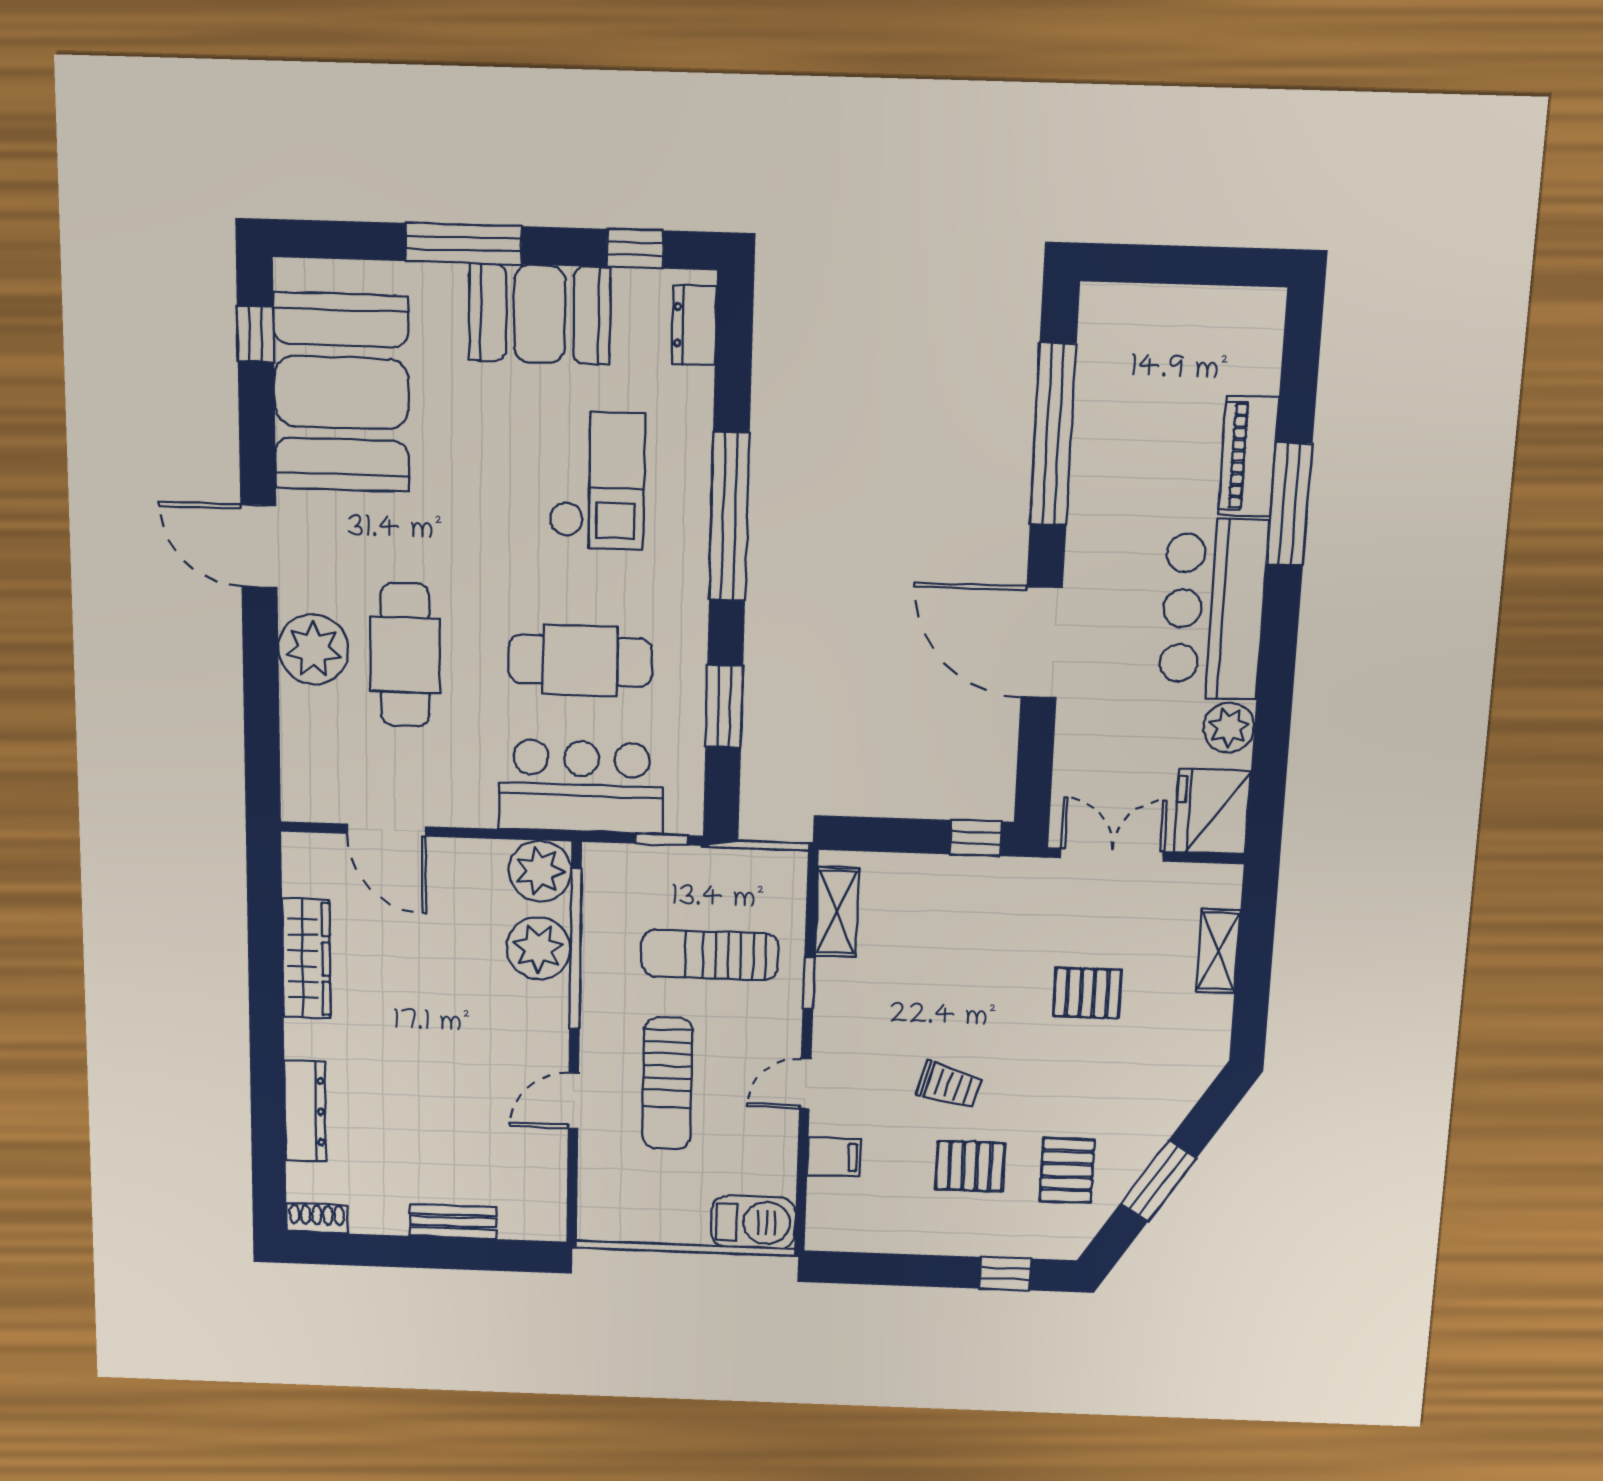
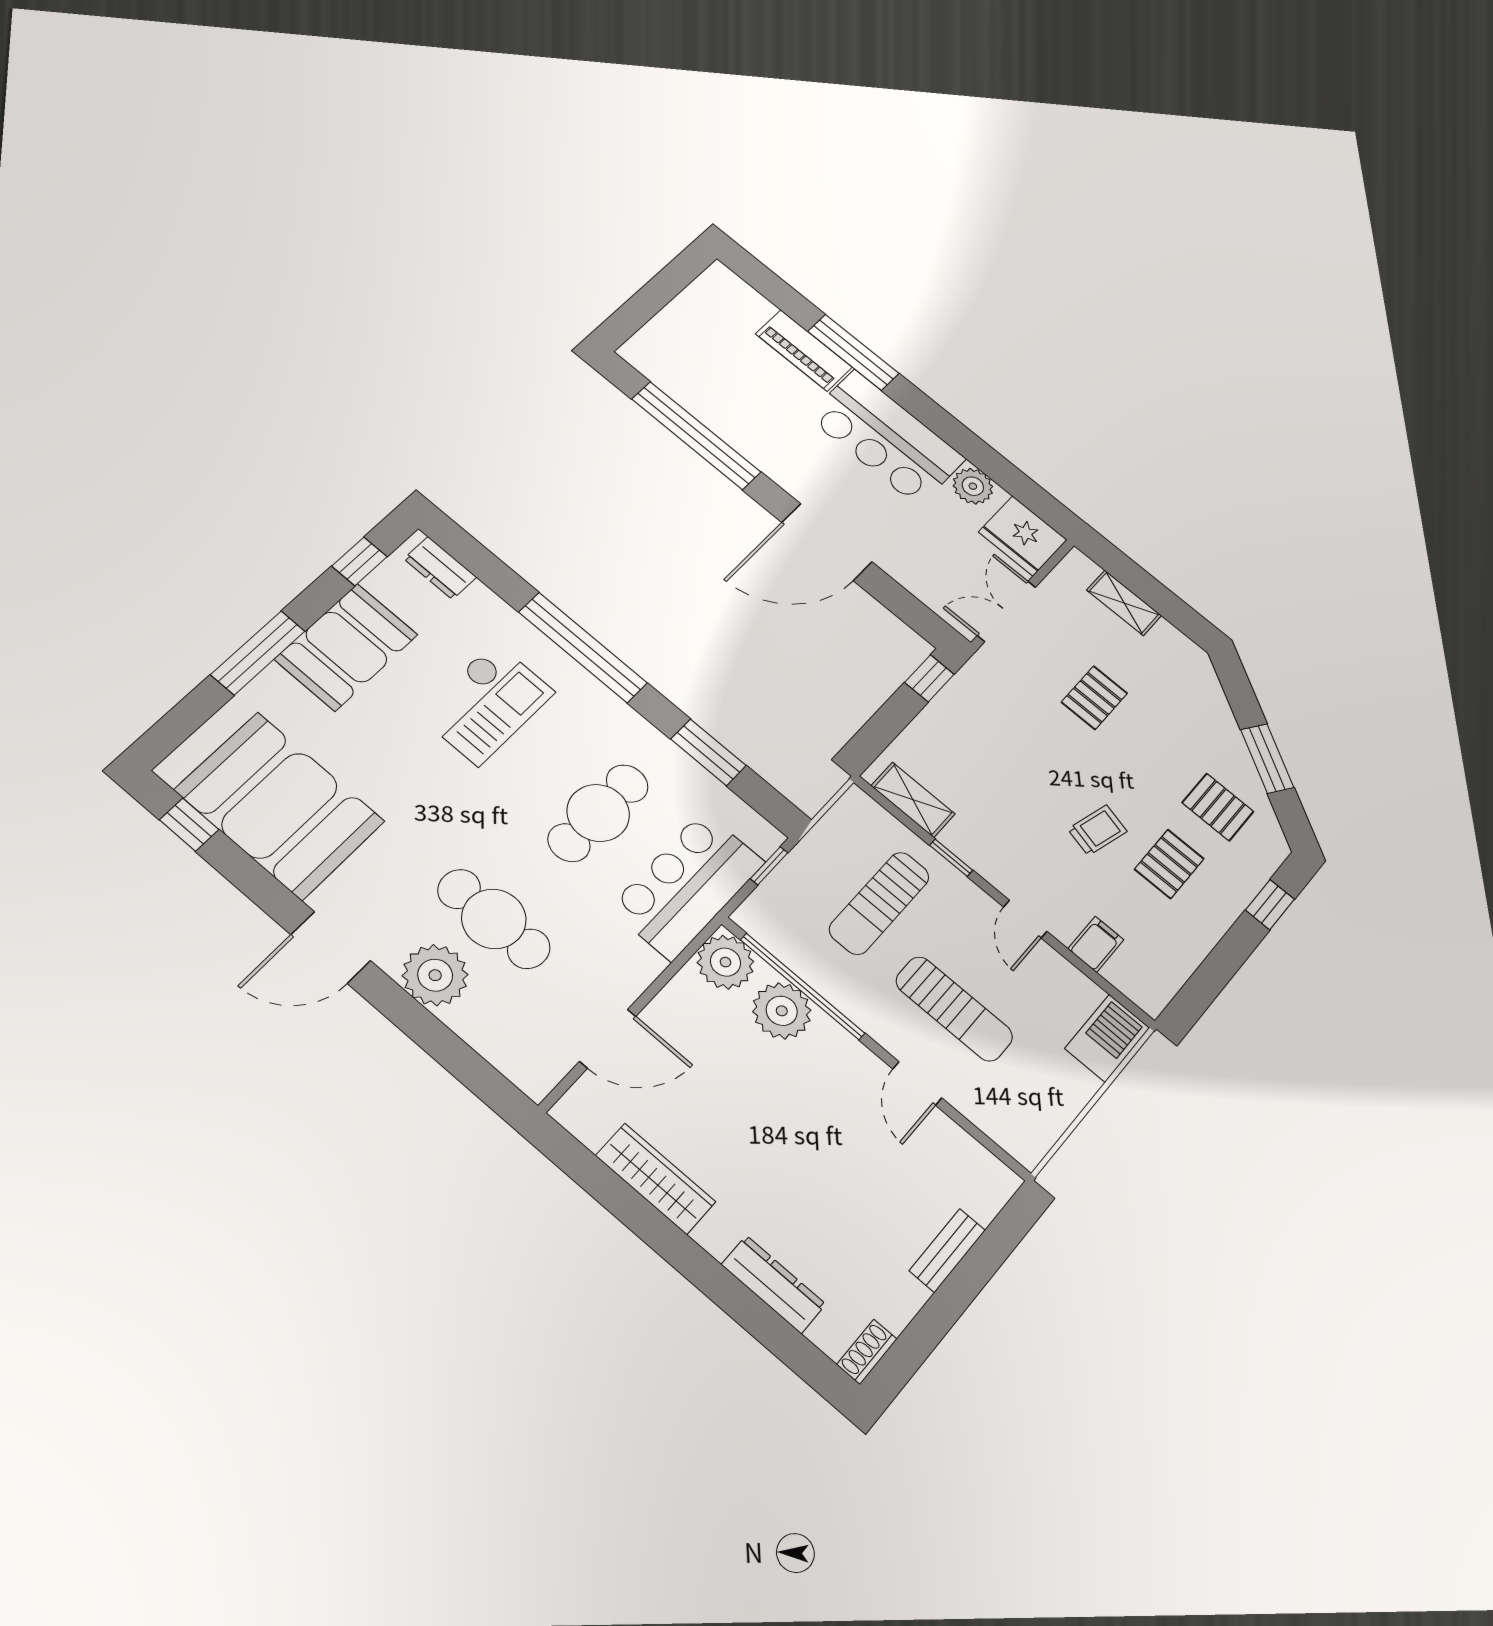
checkout: (597, 481) -> (486, 703), turned 90

